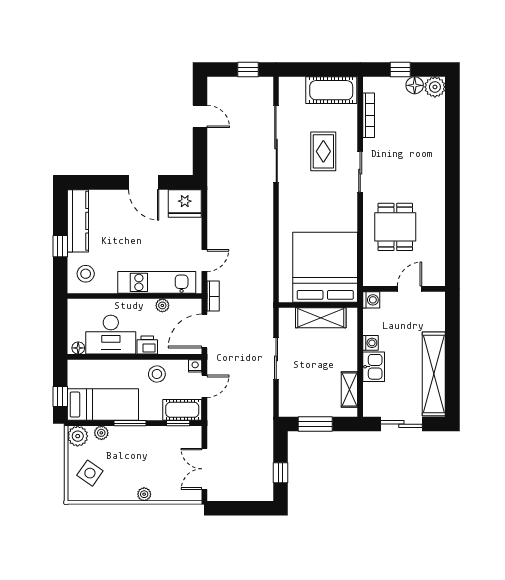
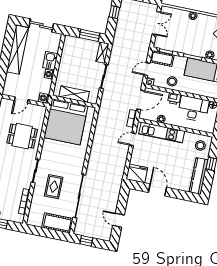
cot: (331, 90) -> (57, 223), moved
dining table: (395, 227) -> (22, 136), turned 90
shelving: (349, 389) -> (102, 53), moved

